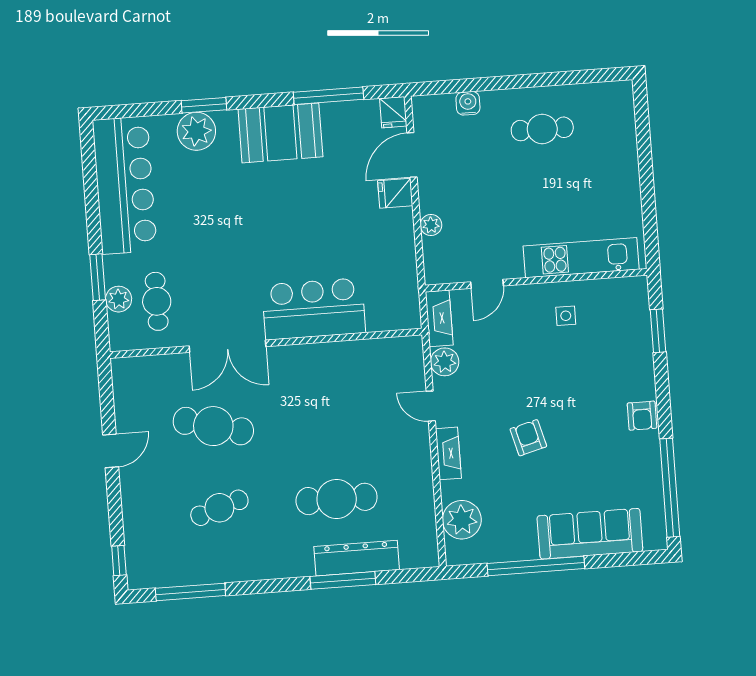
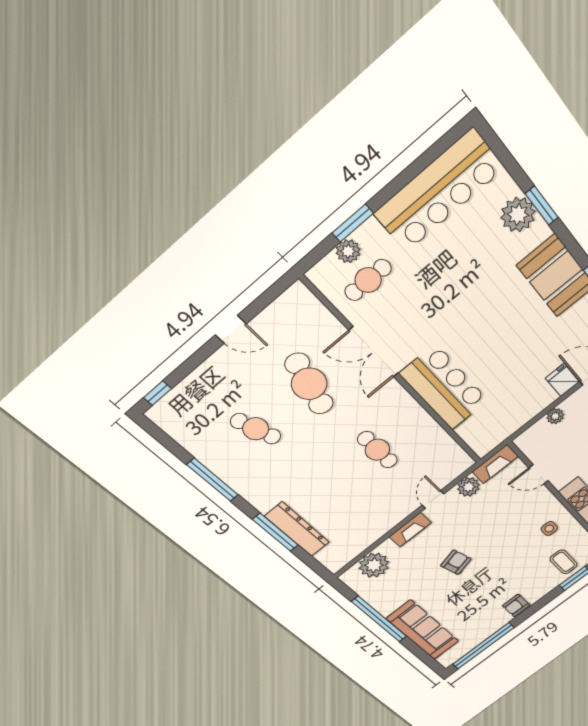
coffee table: (624, 328) -> (564, 562), added
cafe table: (337, 499) -> (377, 450), moved, width x0.73, depth x0.74
window: (190, 592) -> (213, 480), moved

